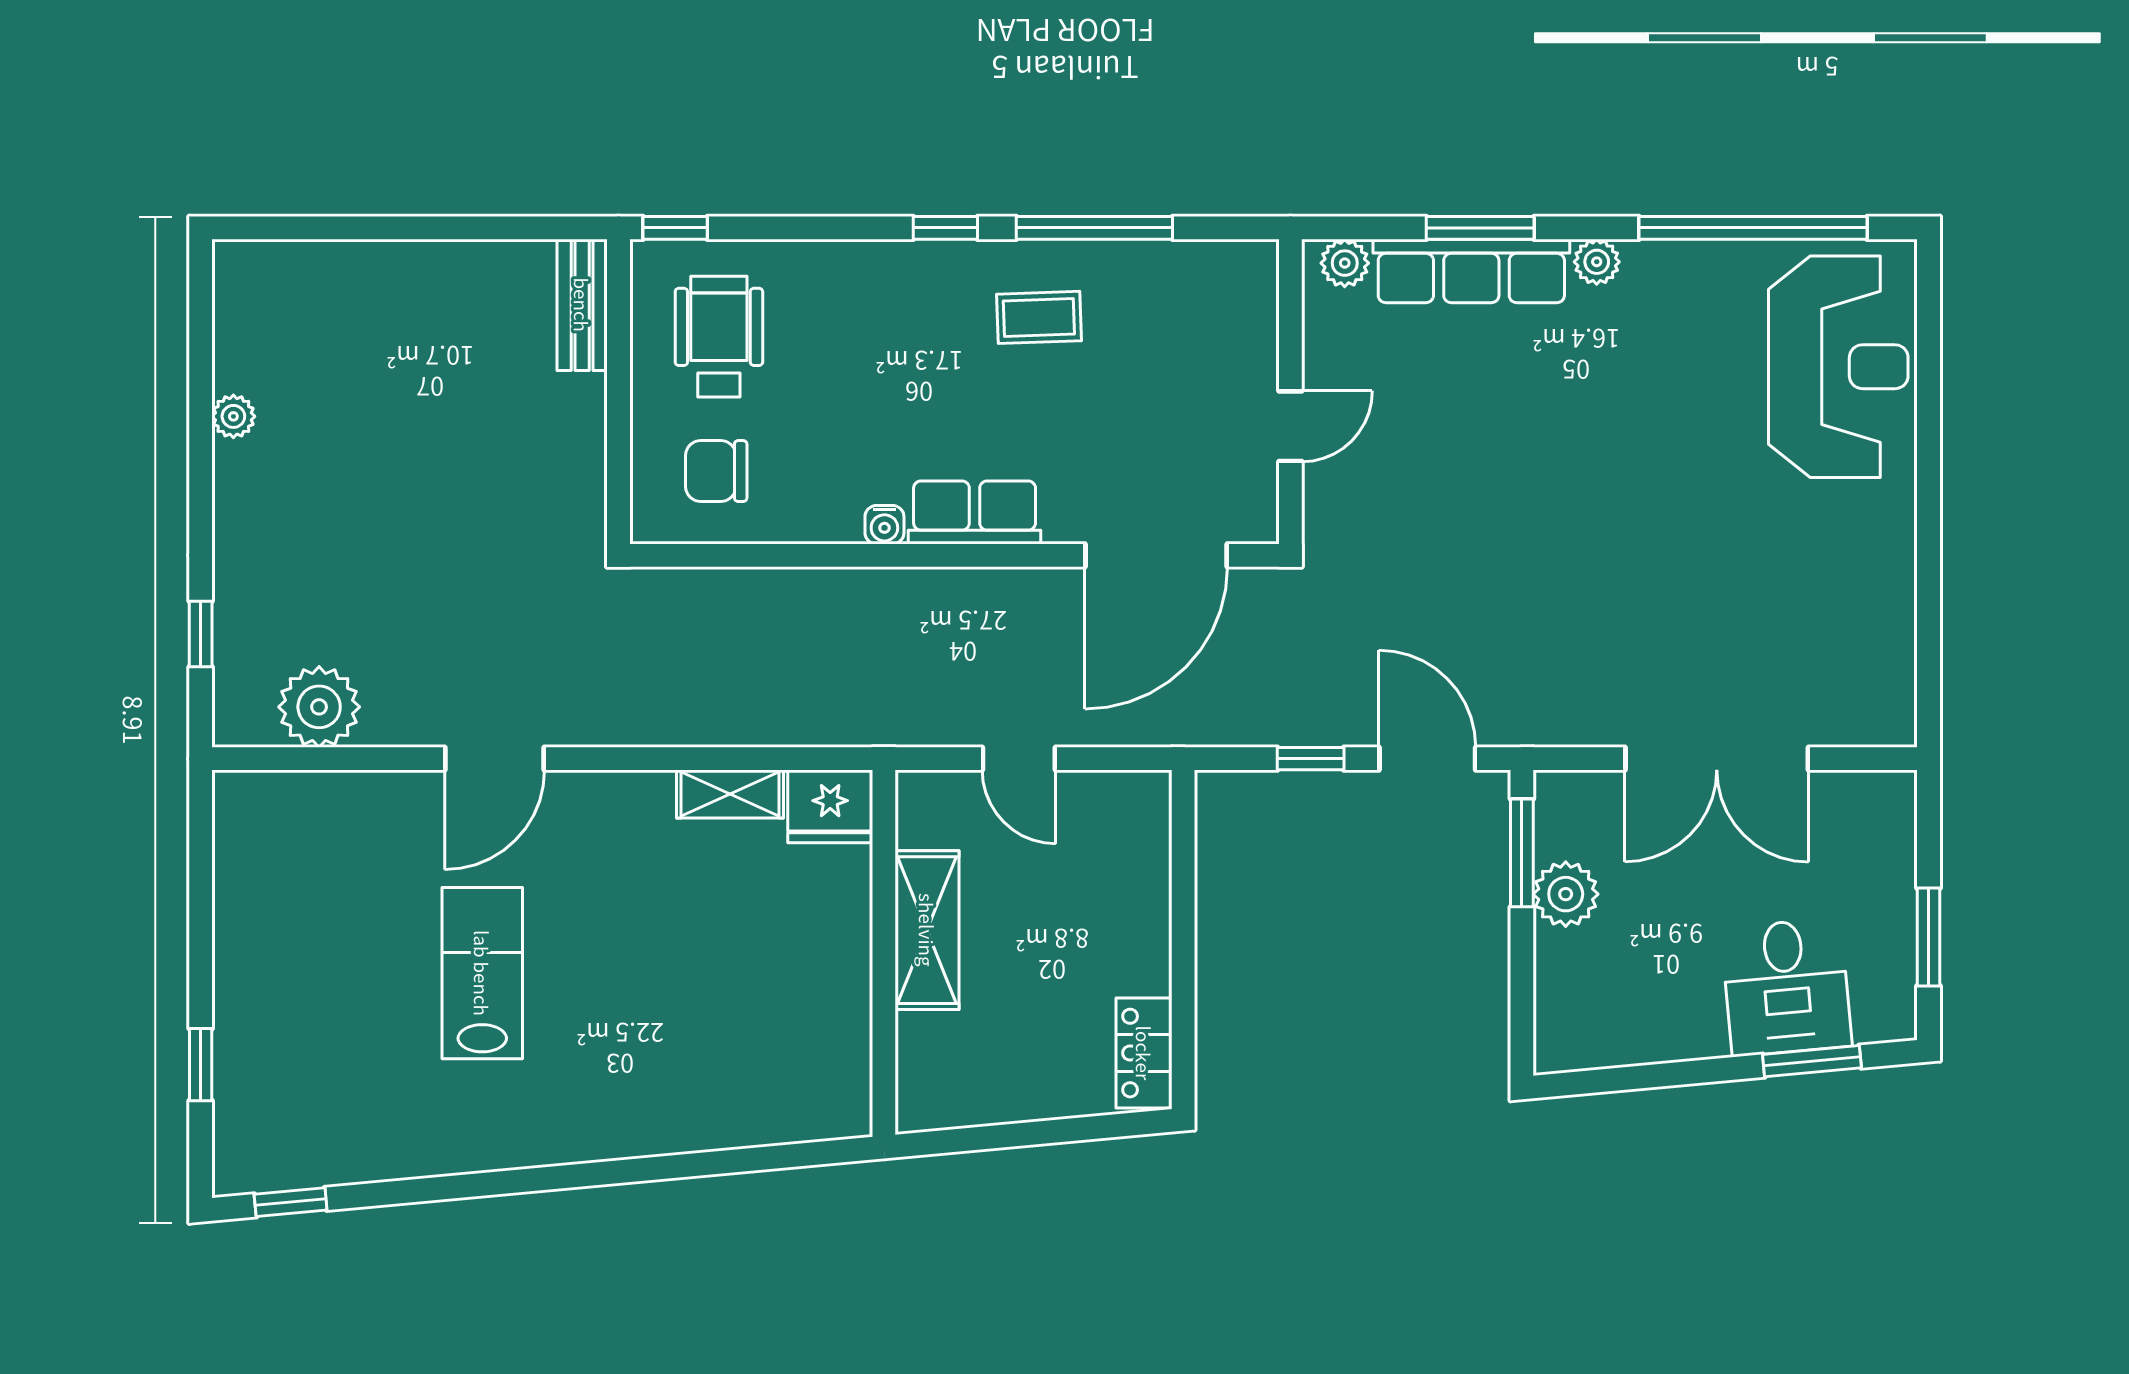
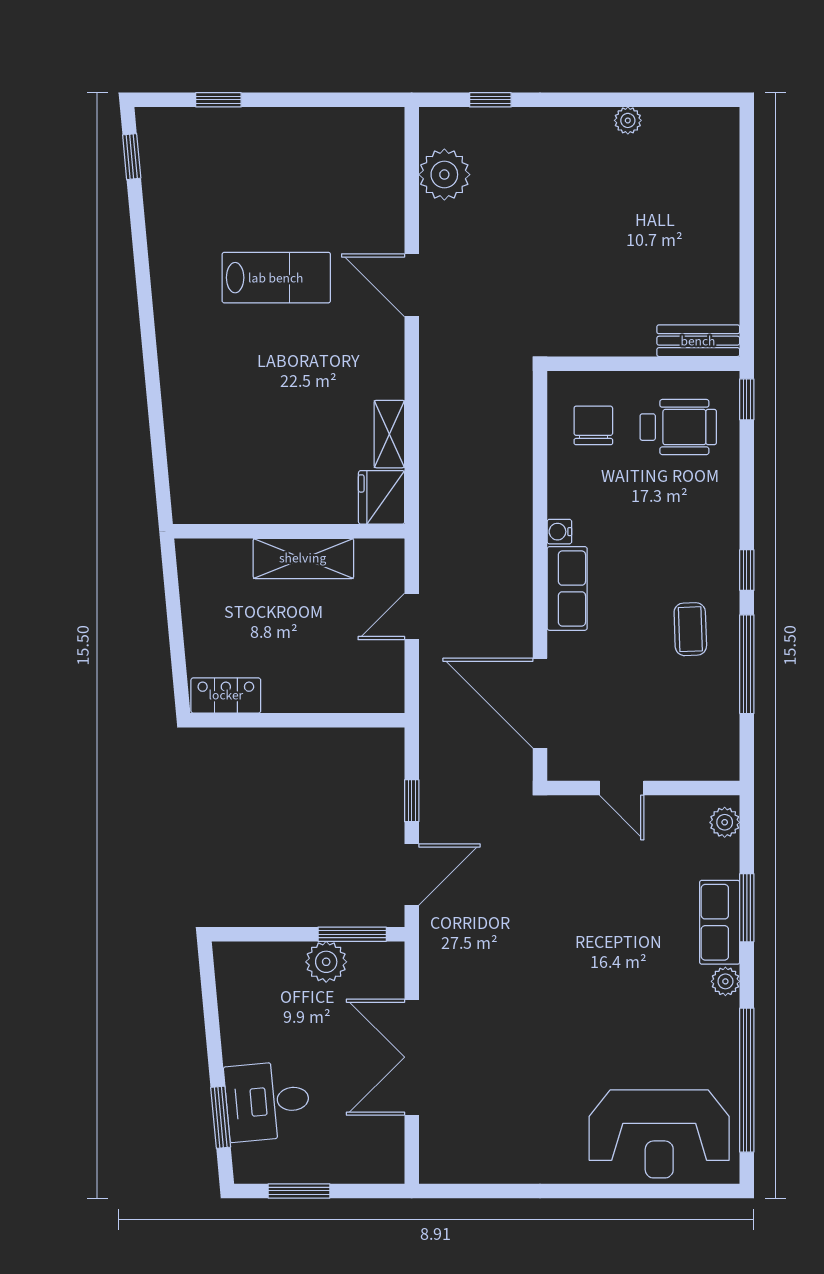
row of seats: (1471, 271) -> (720, 922), width x0.68

